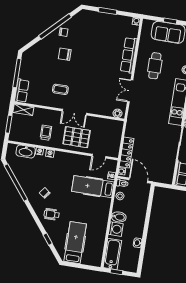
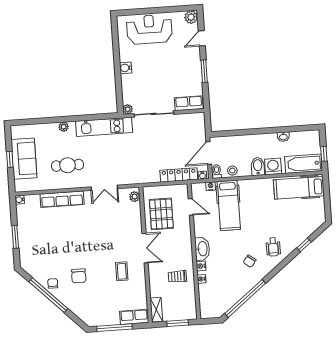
pallet: (77, 137) -> (161, 214), moved
washbasin: (26, 151) -> (202, 249), moved
hospital bed: (75, 243) -> (299, 188), moved

